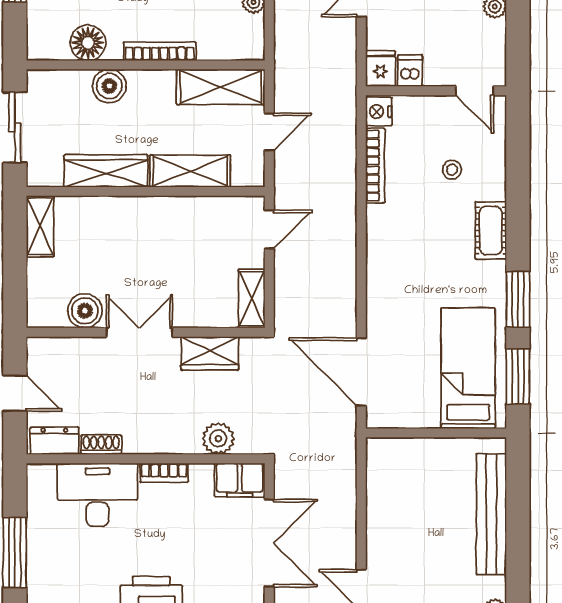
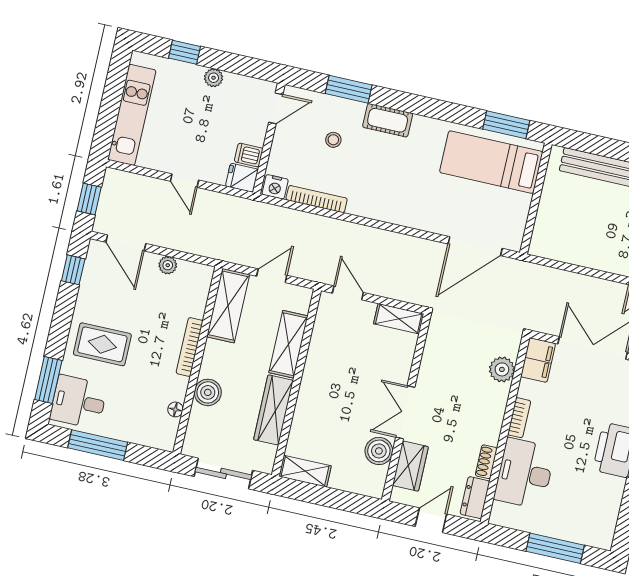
floor lamp: (88, 43) -> (175, 409), width x0.53, depth x0.53
door: (269, 132) -> (272, 276), hinge flipped
window: (518, 299) -> (349, 89), moved
wardrobe: (210, 353) -> (410, 466), moved

